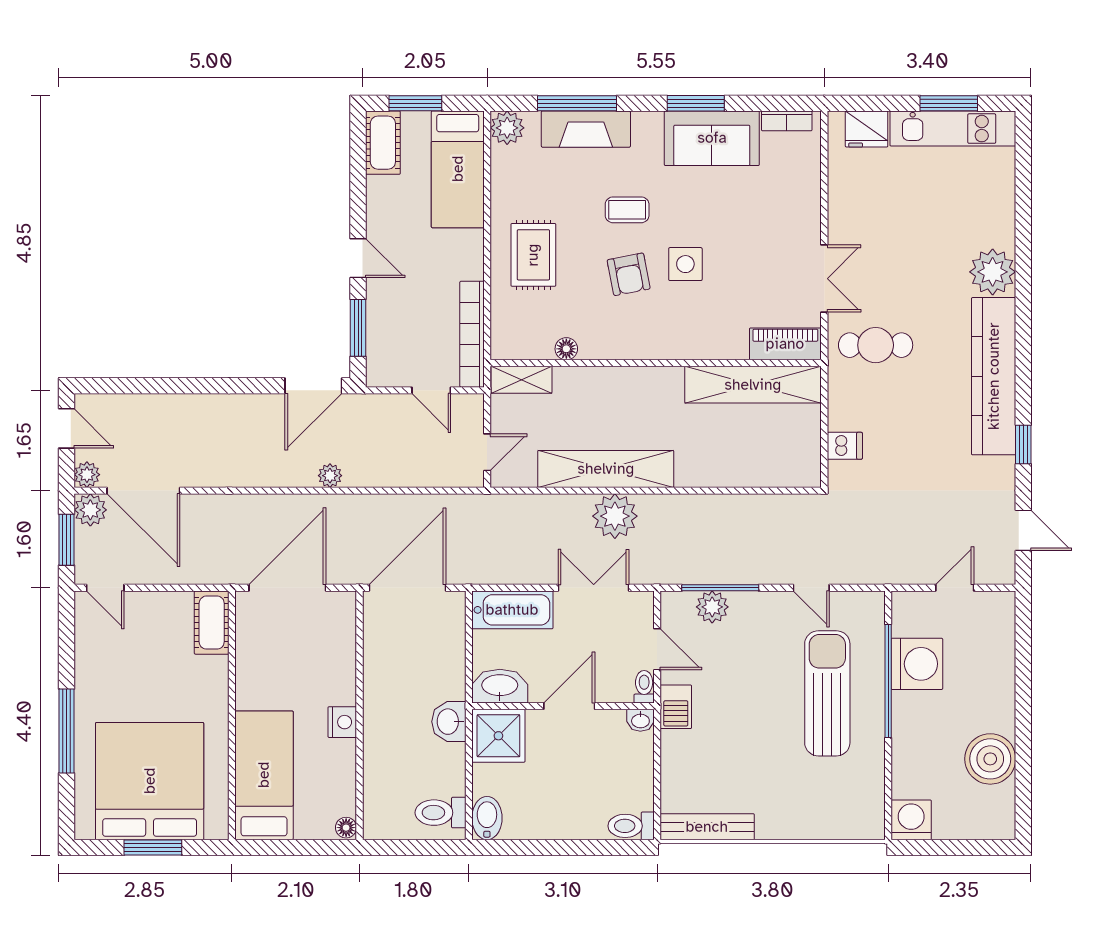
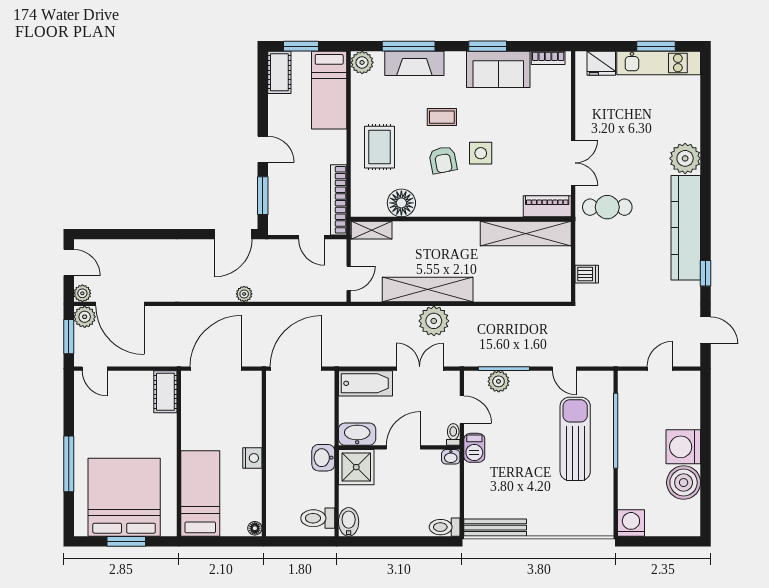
floor lamp: (566, 349) -> (401, 203), width x1.89, depth x1.89
washing machine: (917, 664) -> (683, 447), moved, turned 180

